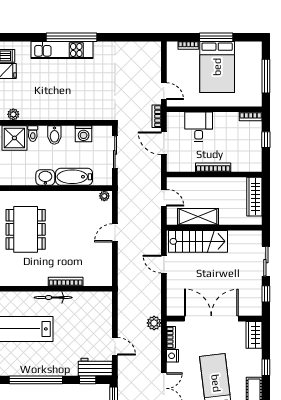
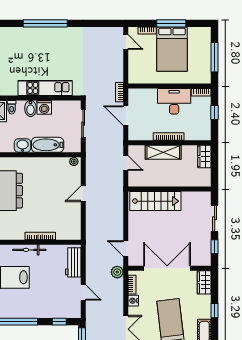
kitchen unit: (62, 50) -> (45, 88), moved, turned 180
door: (164, 91) -> (126, 42), moved
desk: (199, 127) -> (174, 101), moved, width x1.37
washing machine: (84, 134) -> (44, 107), moved
wardrobe: (254, 197) -> (204, 157), width x0.67
shelving: (198, 217) -> (163, 152), moved
door: (164, 264) -> (126, 249), moved
workbench: (95, 367) -> (73, 262), moved, turned -90

